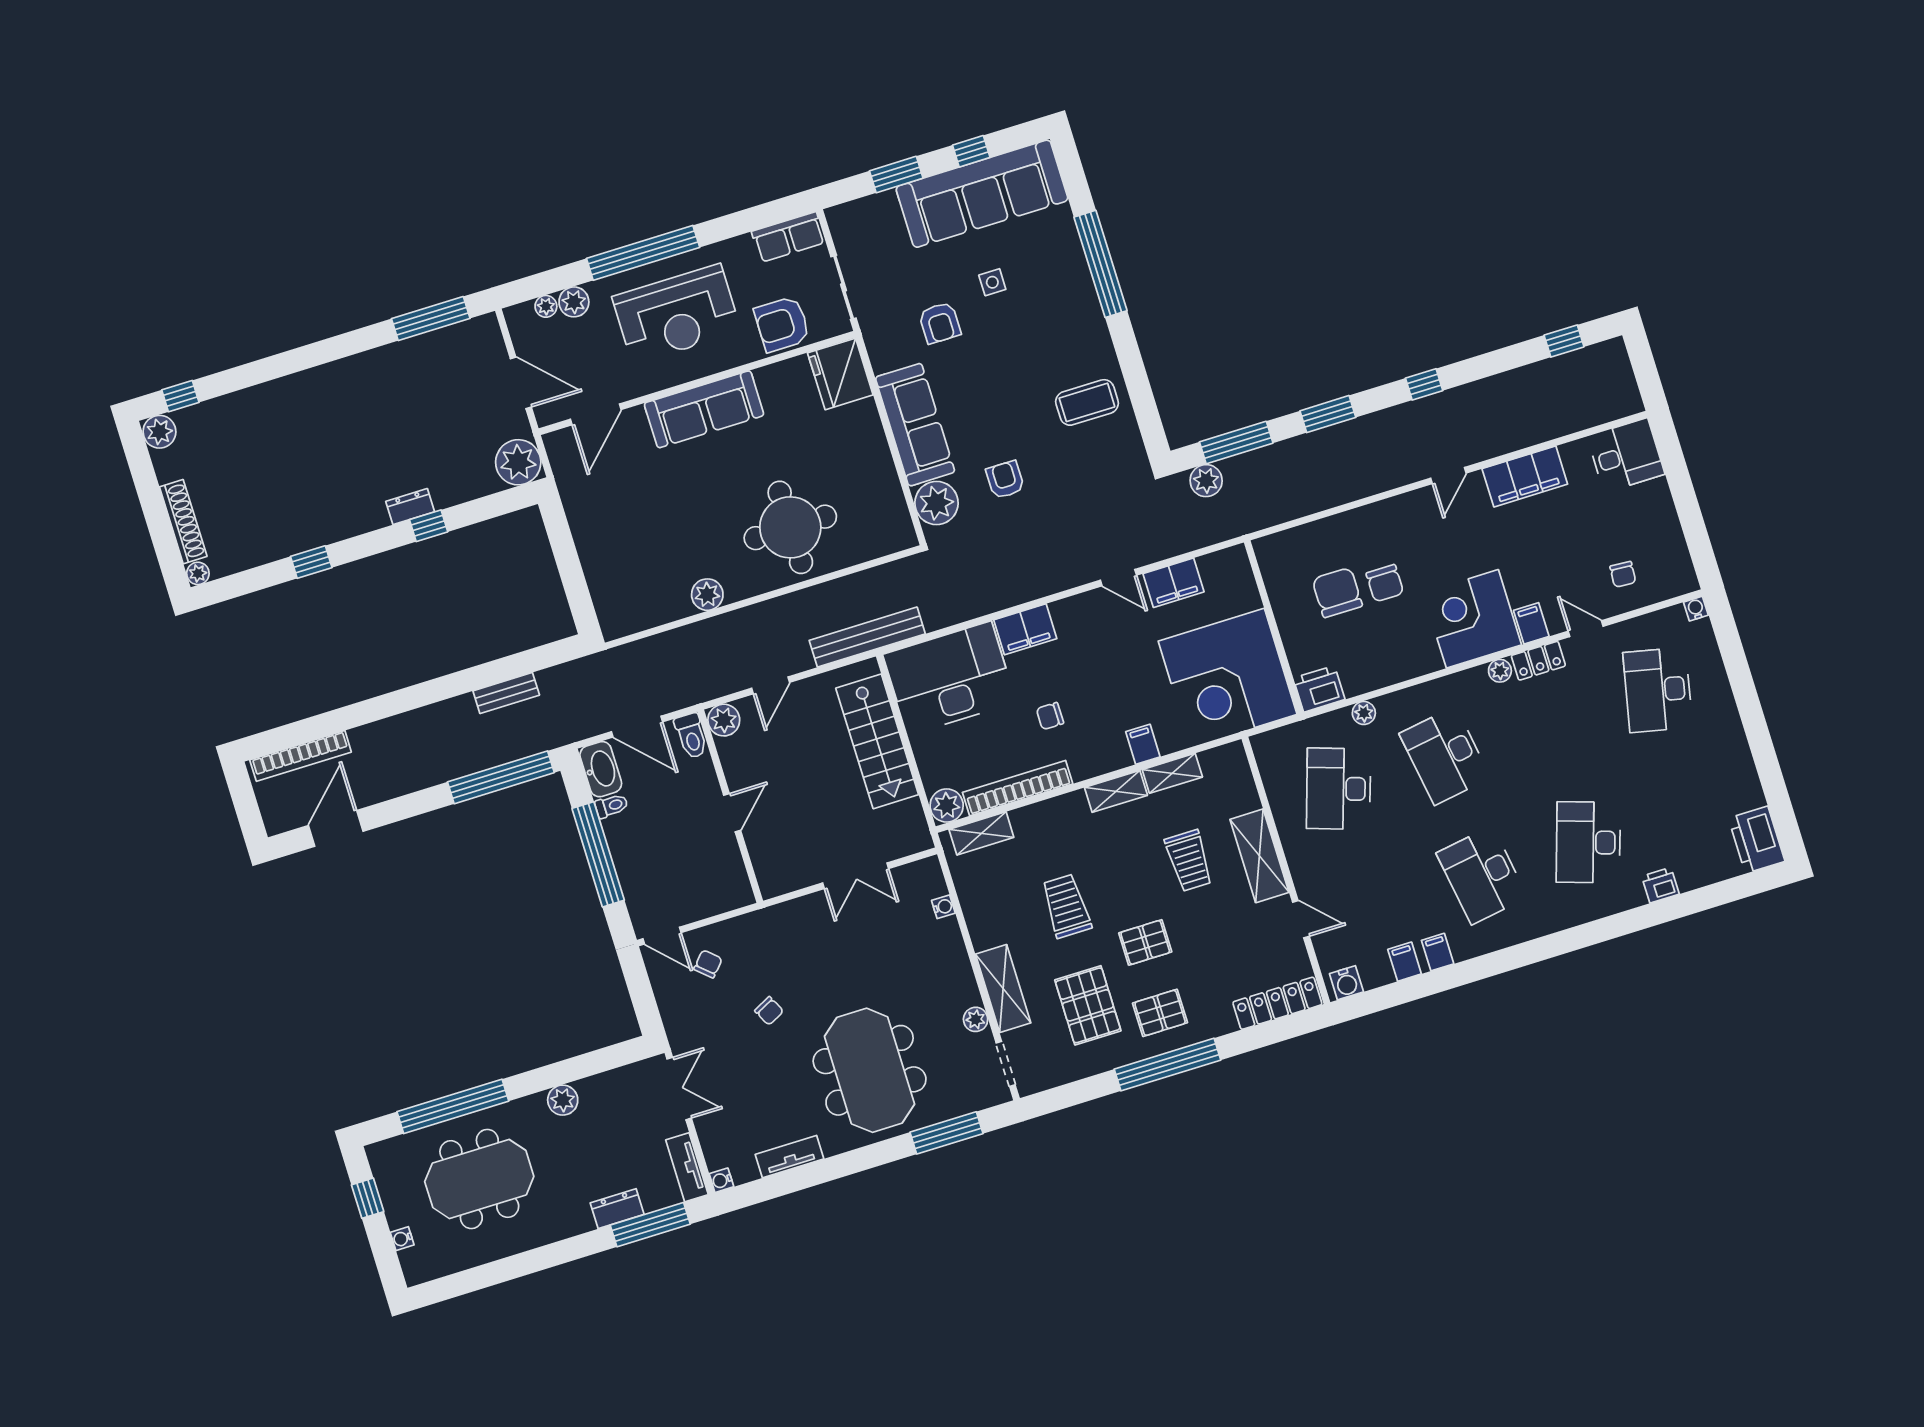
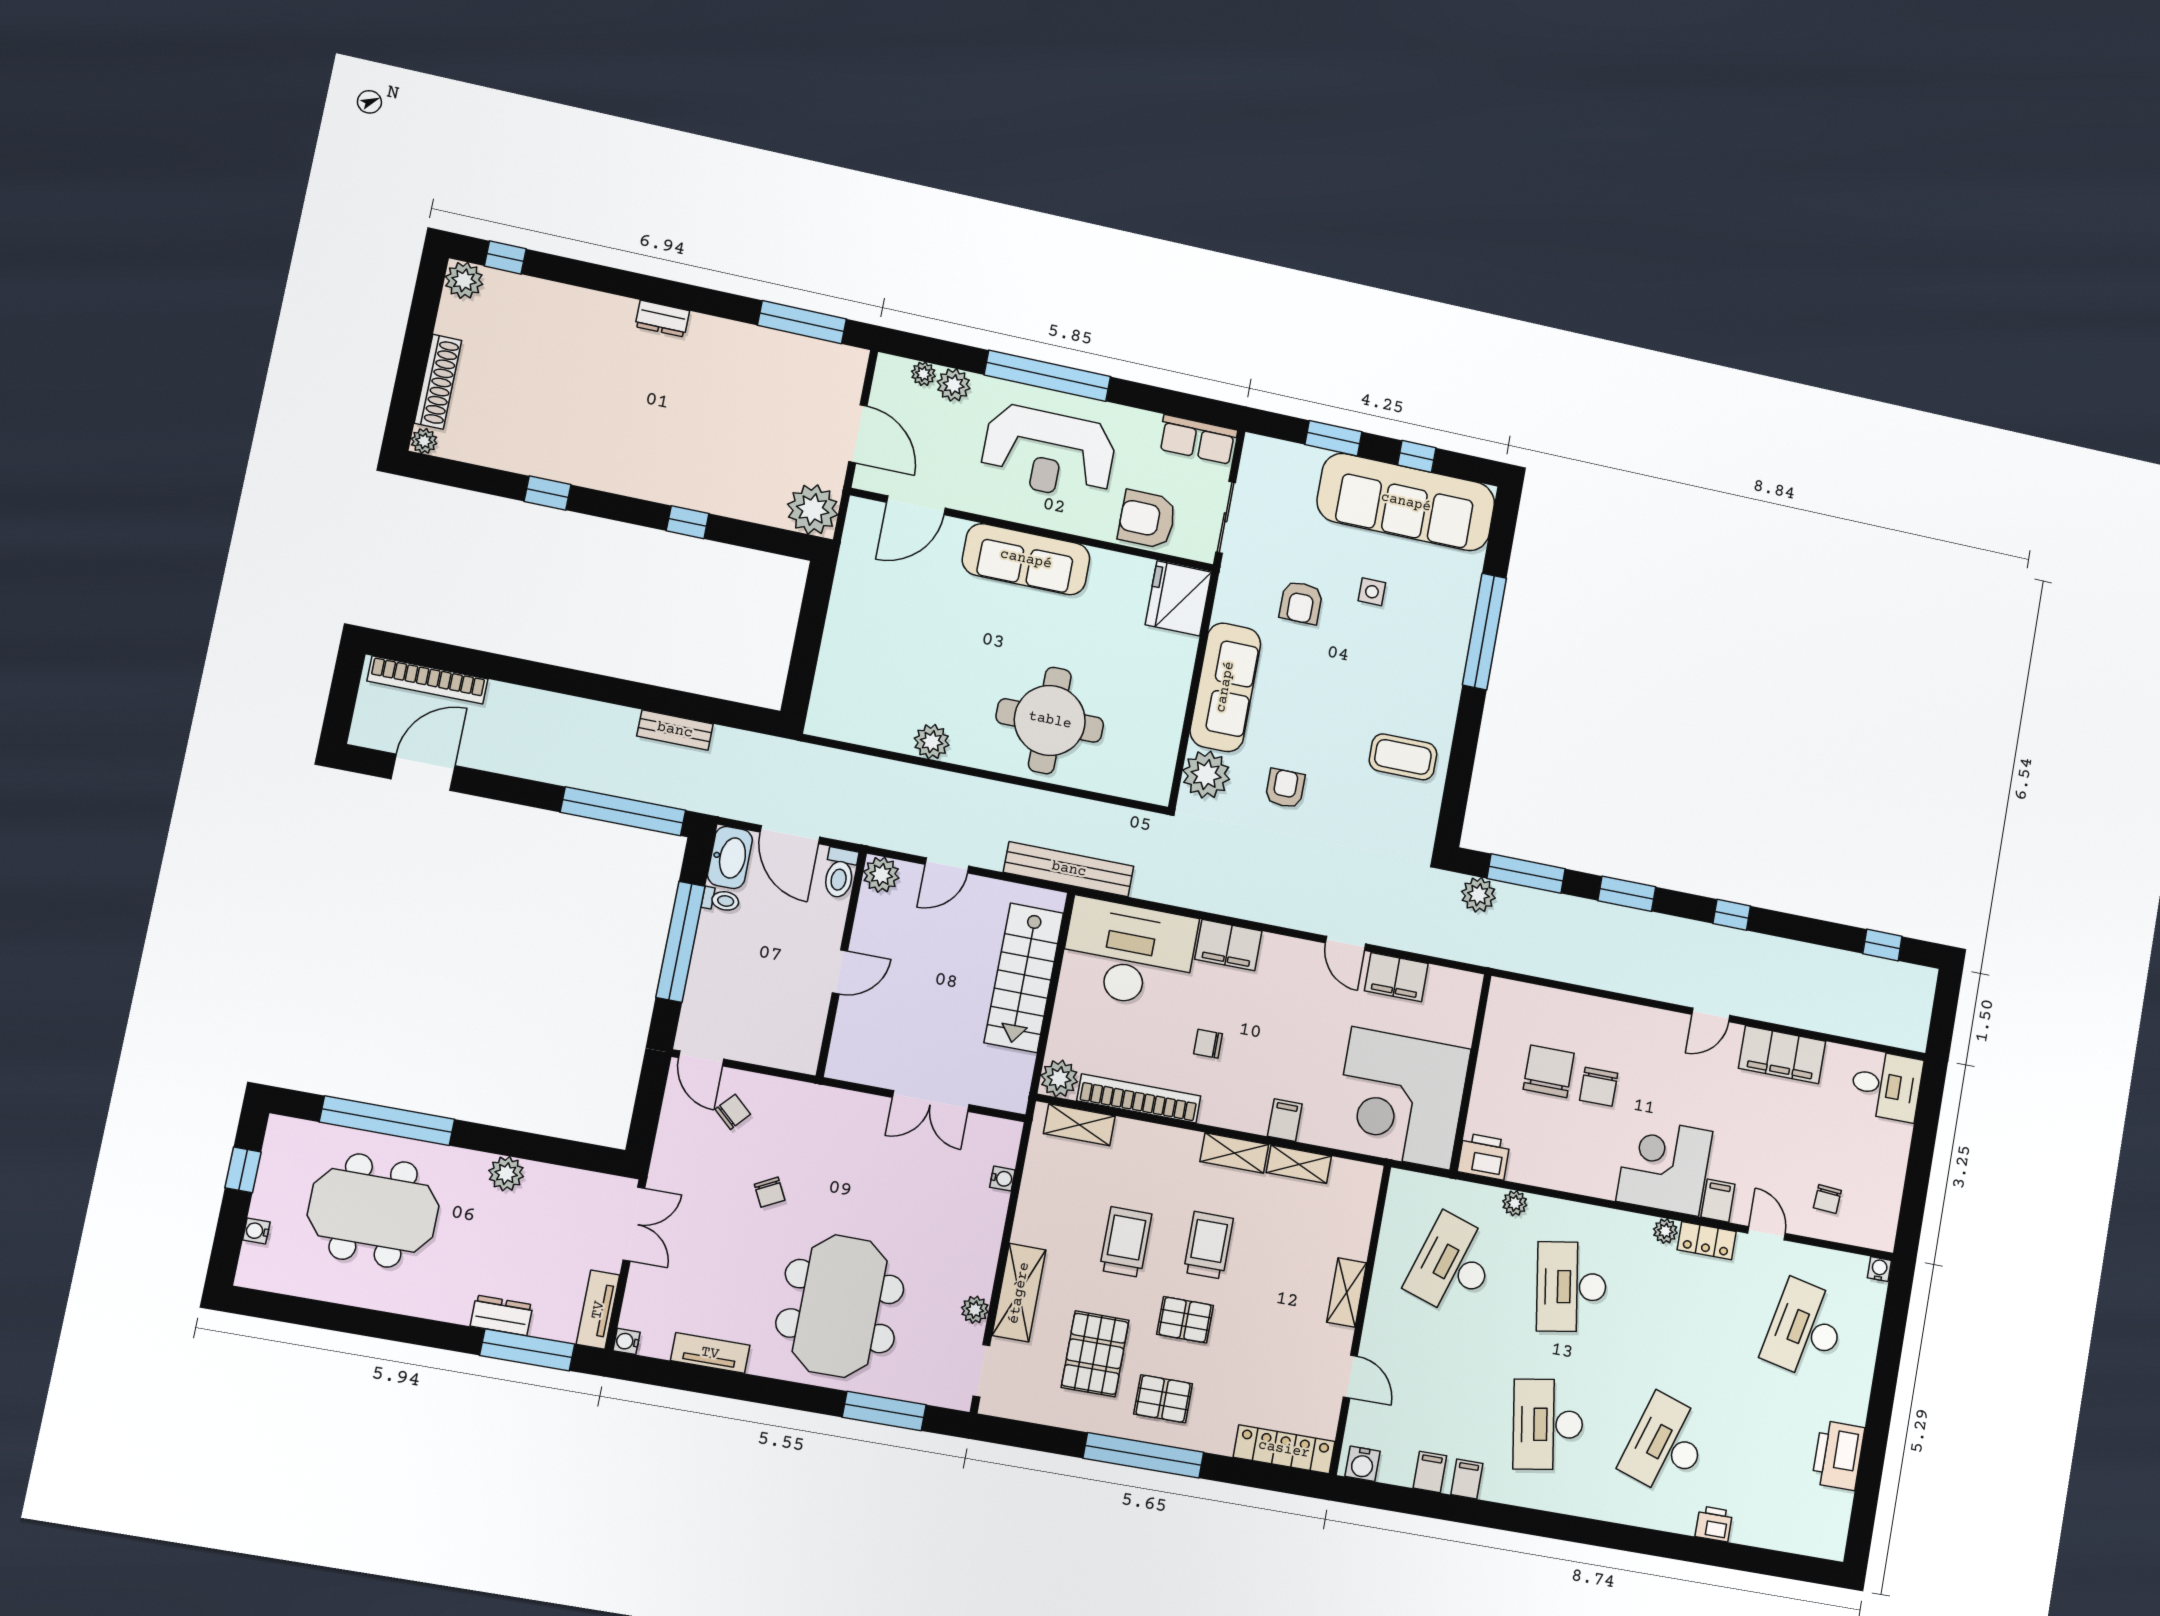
dresser: (410, 507) -> (662, 319), moved, turned 180
printer: (1757, 840) -> (1838, 1455), moved
shelving: (1259, 856) -> (1347, 1292), width x0.67, depth x0.75
trolley: (1189, 861) -> (1208, 1245), moved, turned 180

